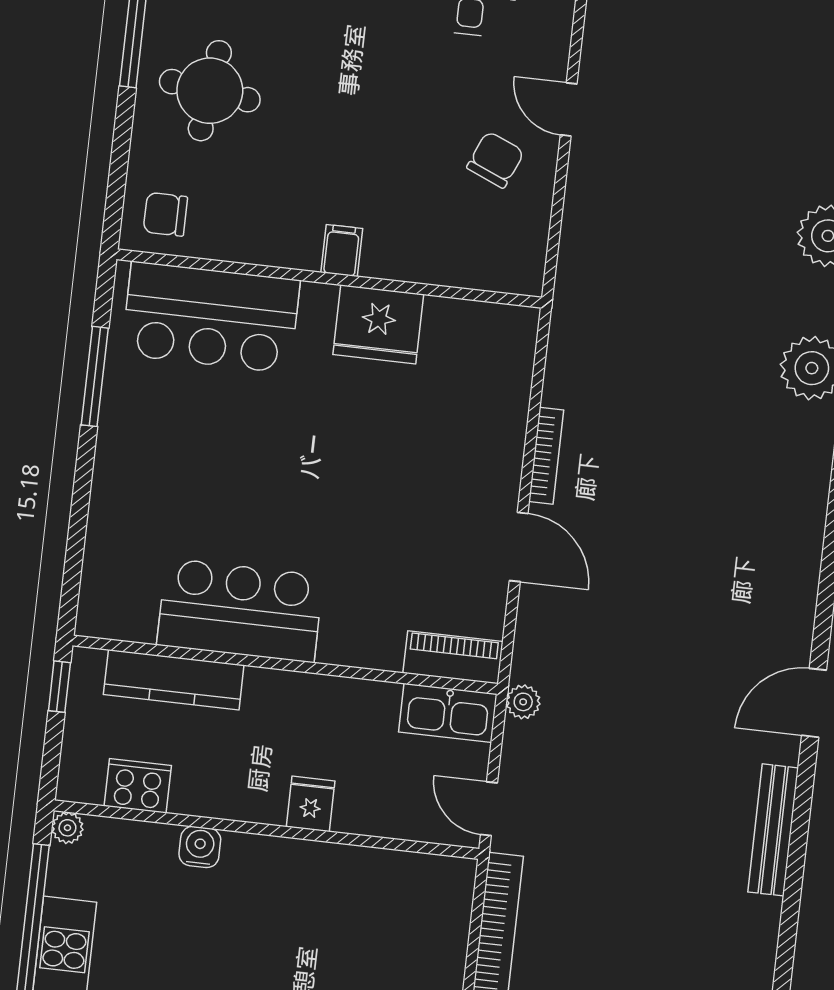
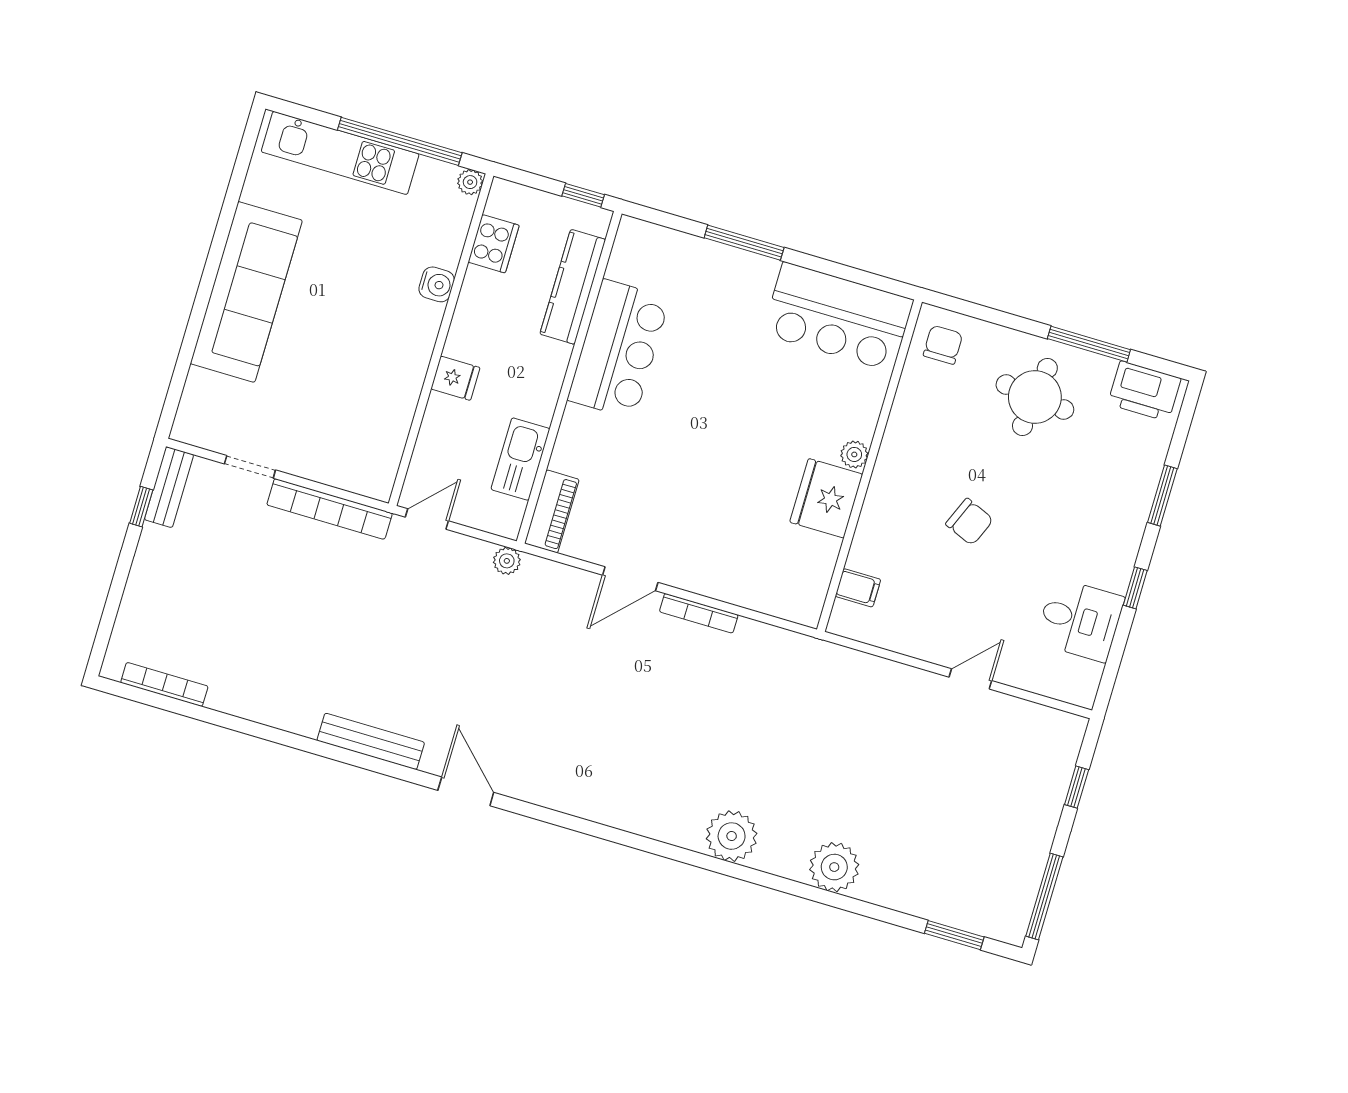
chair: (495, 160) -> (969, 522), moved
filing cabinet: (342, 251) -> (858, 588), moved
plant: (319, 299) -> (854, 454), added
bar counter: (211, 317) -> (838, 317), moved, turned -90
window: (95, 376) -> (744, 243), moved
kitchen sink: (448, 713) -> (520, 459), moved

